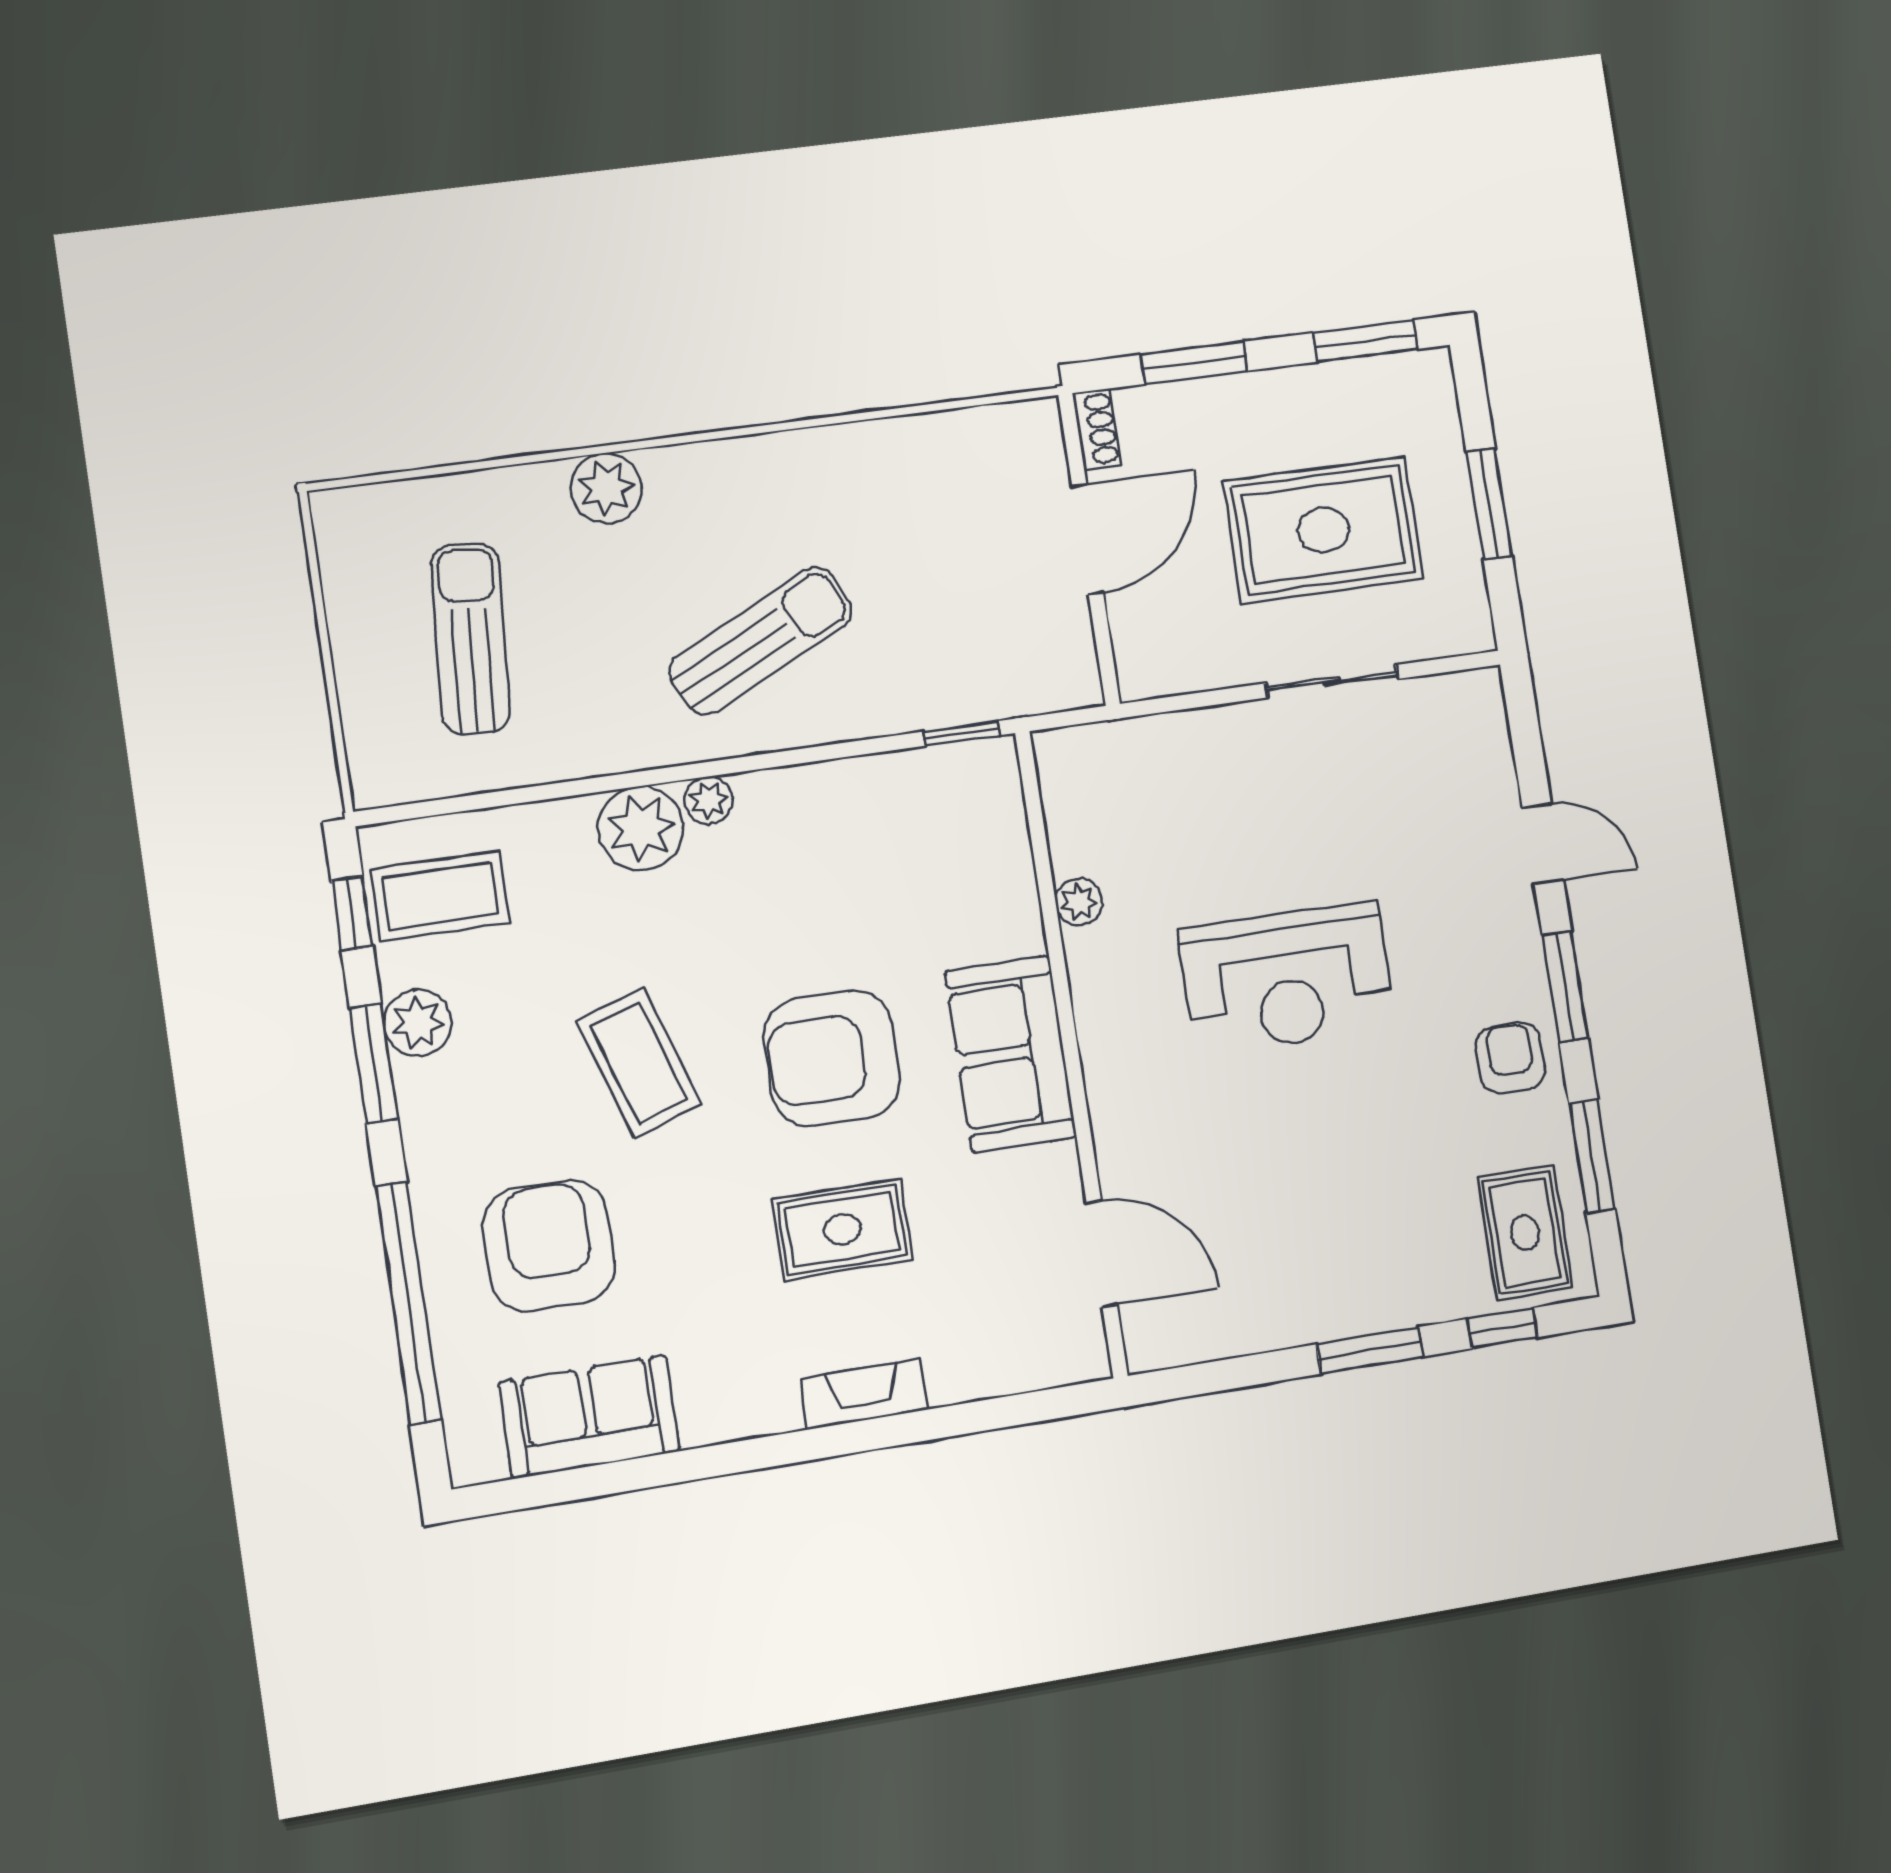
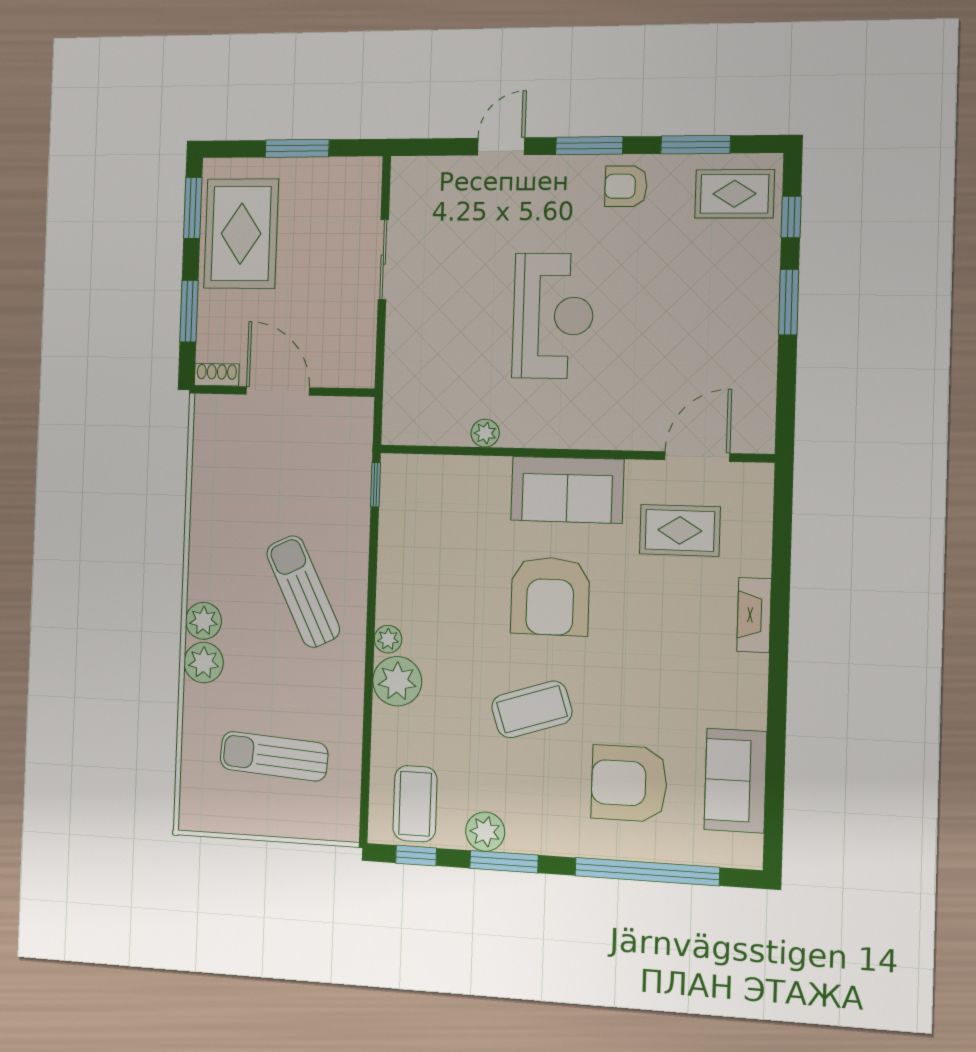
plant: (678, 476) -> (203, 621), added
rug: (1323, 530) -> (241, 234), moved
rug: (842, 1229) -> (680, 530), moved, turned 90

